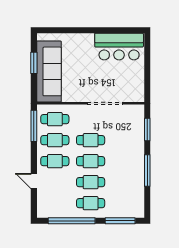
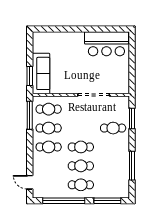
window: (34, 63) -> (30, 76), moved
sofa: (49, 71) -> (41, 73), width x0.74, depth x0.79
cafe table: (91, 140) -> (113, 128), moved
window: (147, 170) -> (132, 166), moved
door: (34, 181) -> (30, 182), moved

